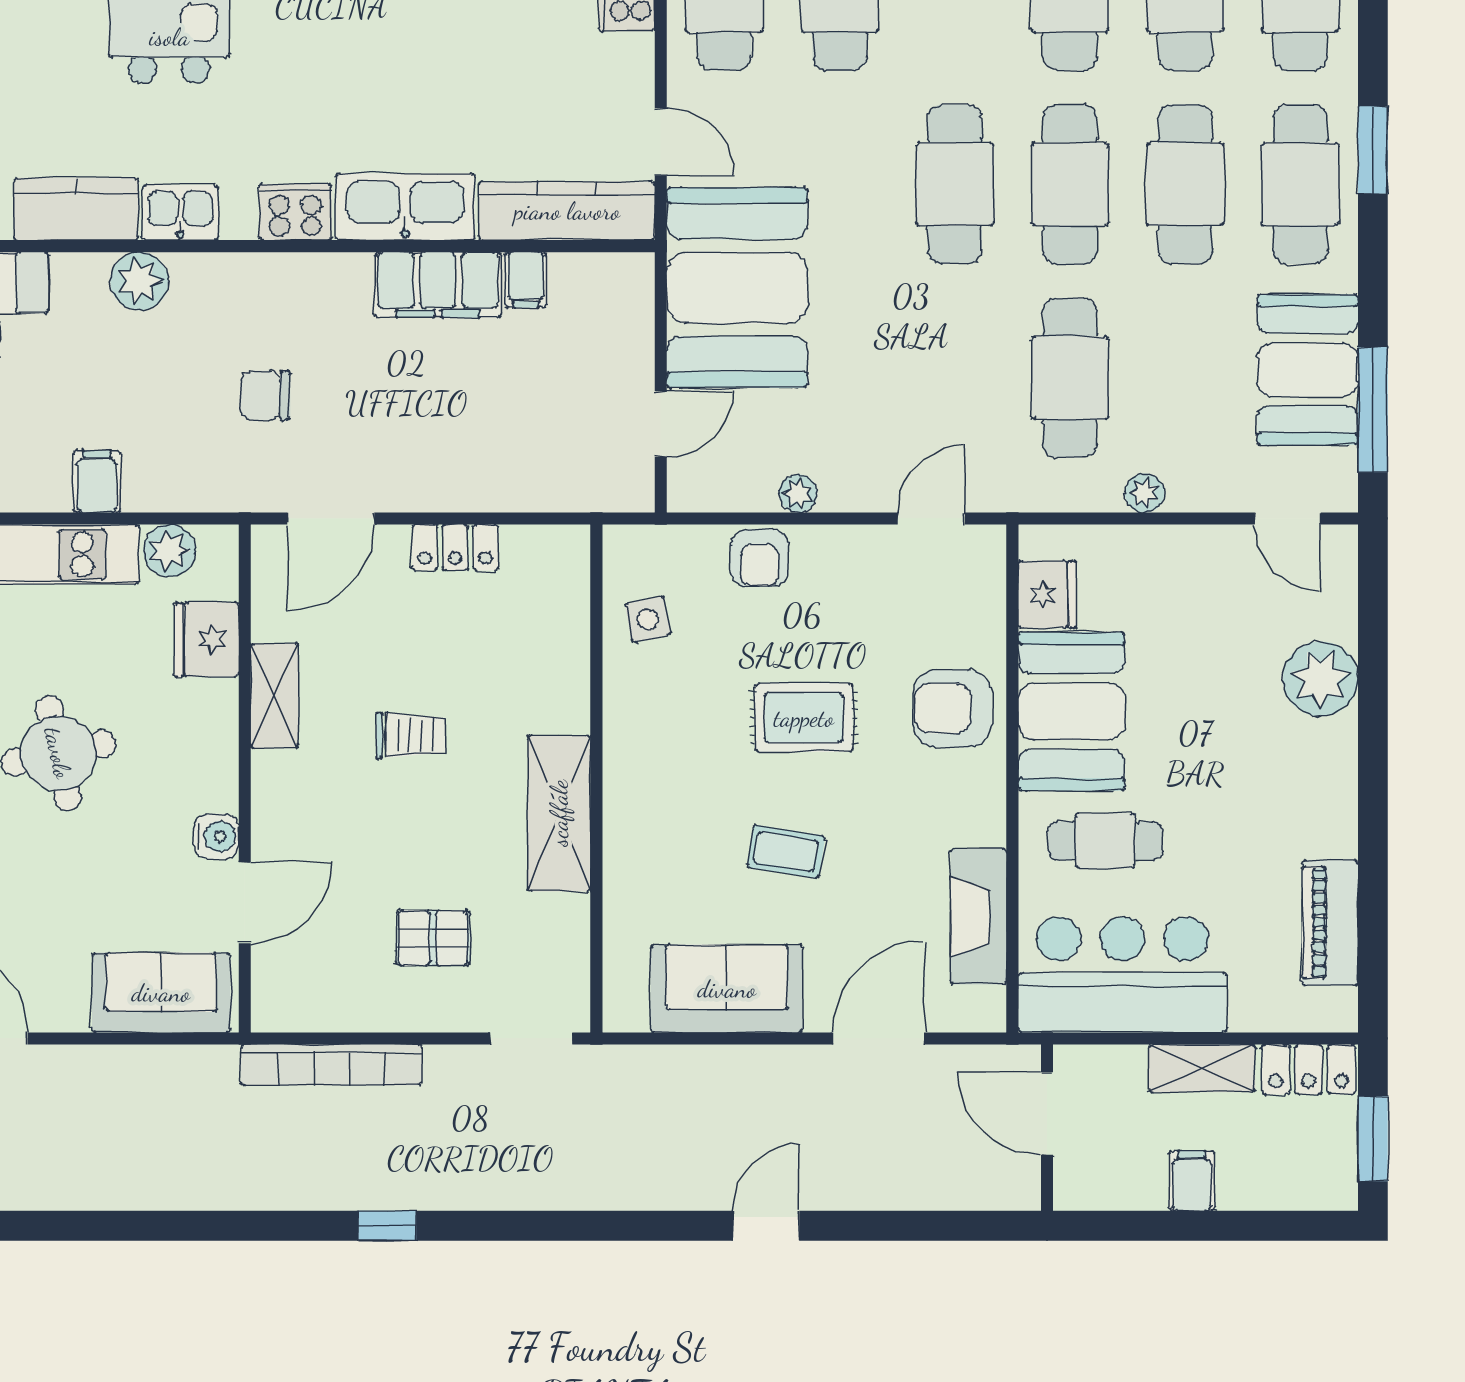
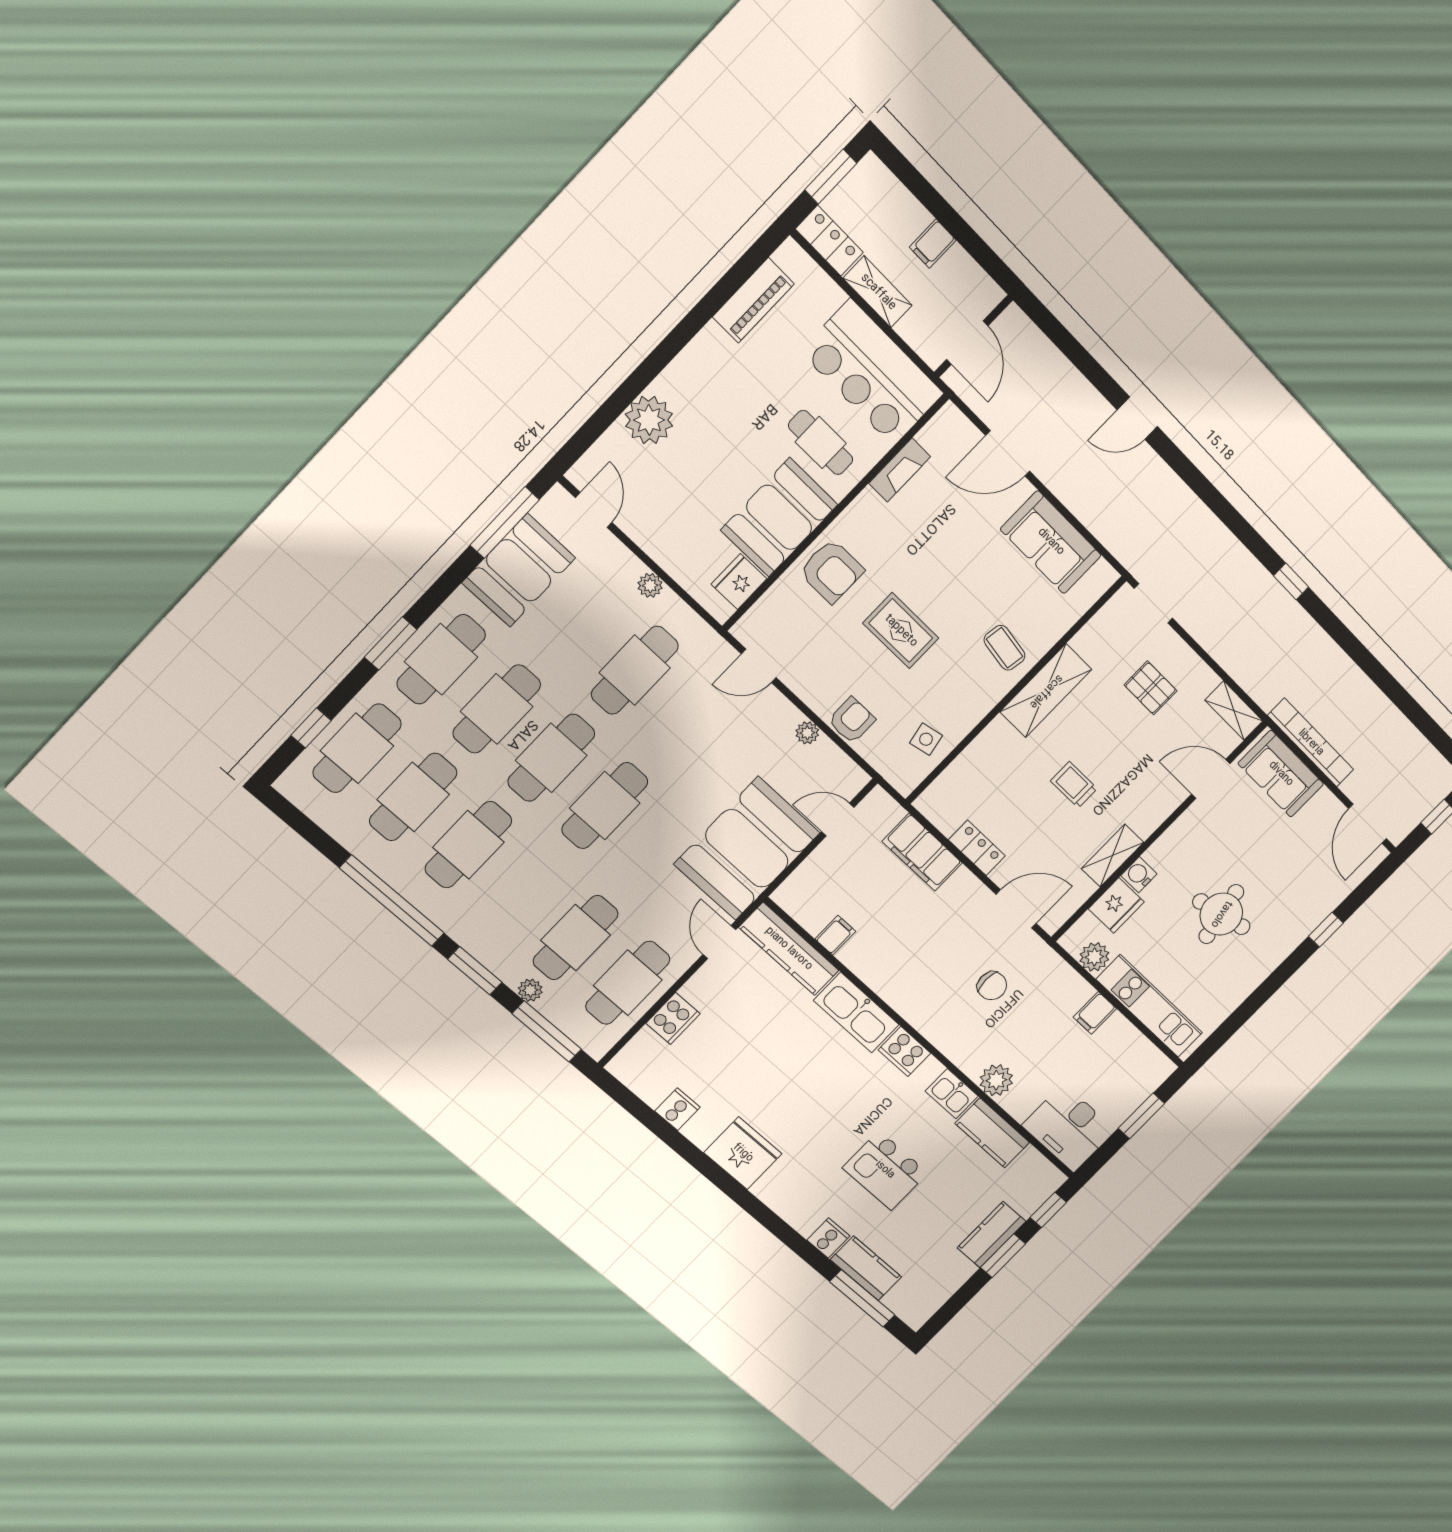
filing cabinet: (438, 285) -> (922, 852), moved, turned 180
water cooler: (216, 836) -> (1139, 875), moved
coffee table: (786, 852) -> (1004, 648), moved
fireplace: (978, 917) -> (900, 470), width x0.73, depth x0.76
shelving: (300, 1010) -> (1234, 711), added
bookcase: (331, 1065) -> (1311, 743), moved

